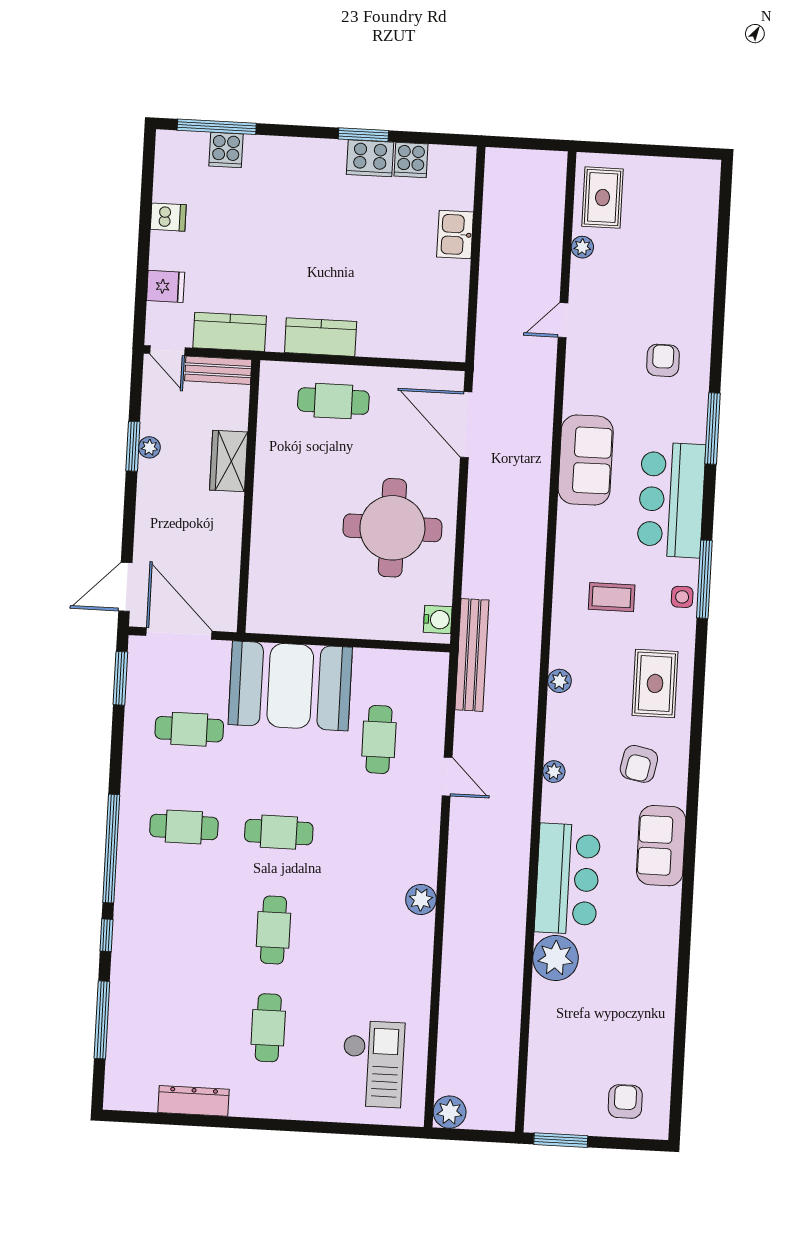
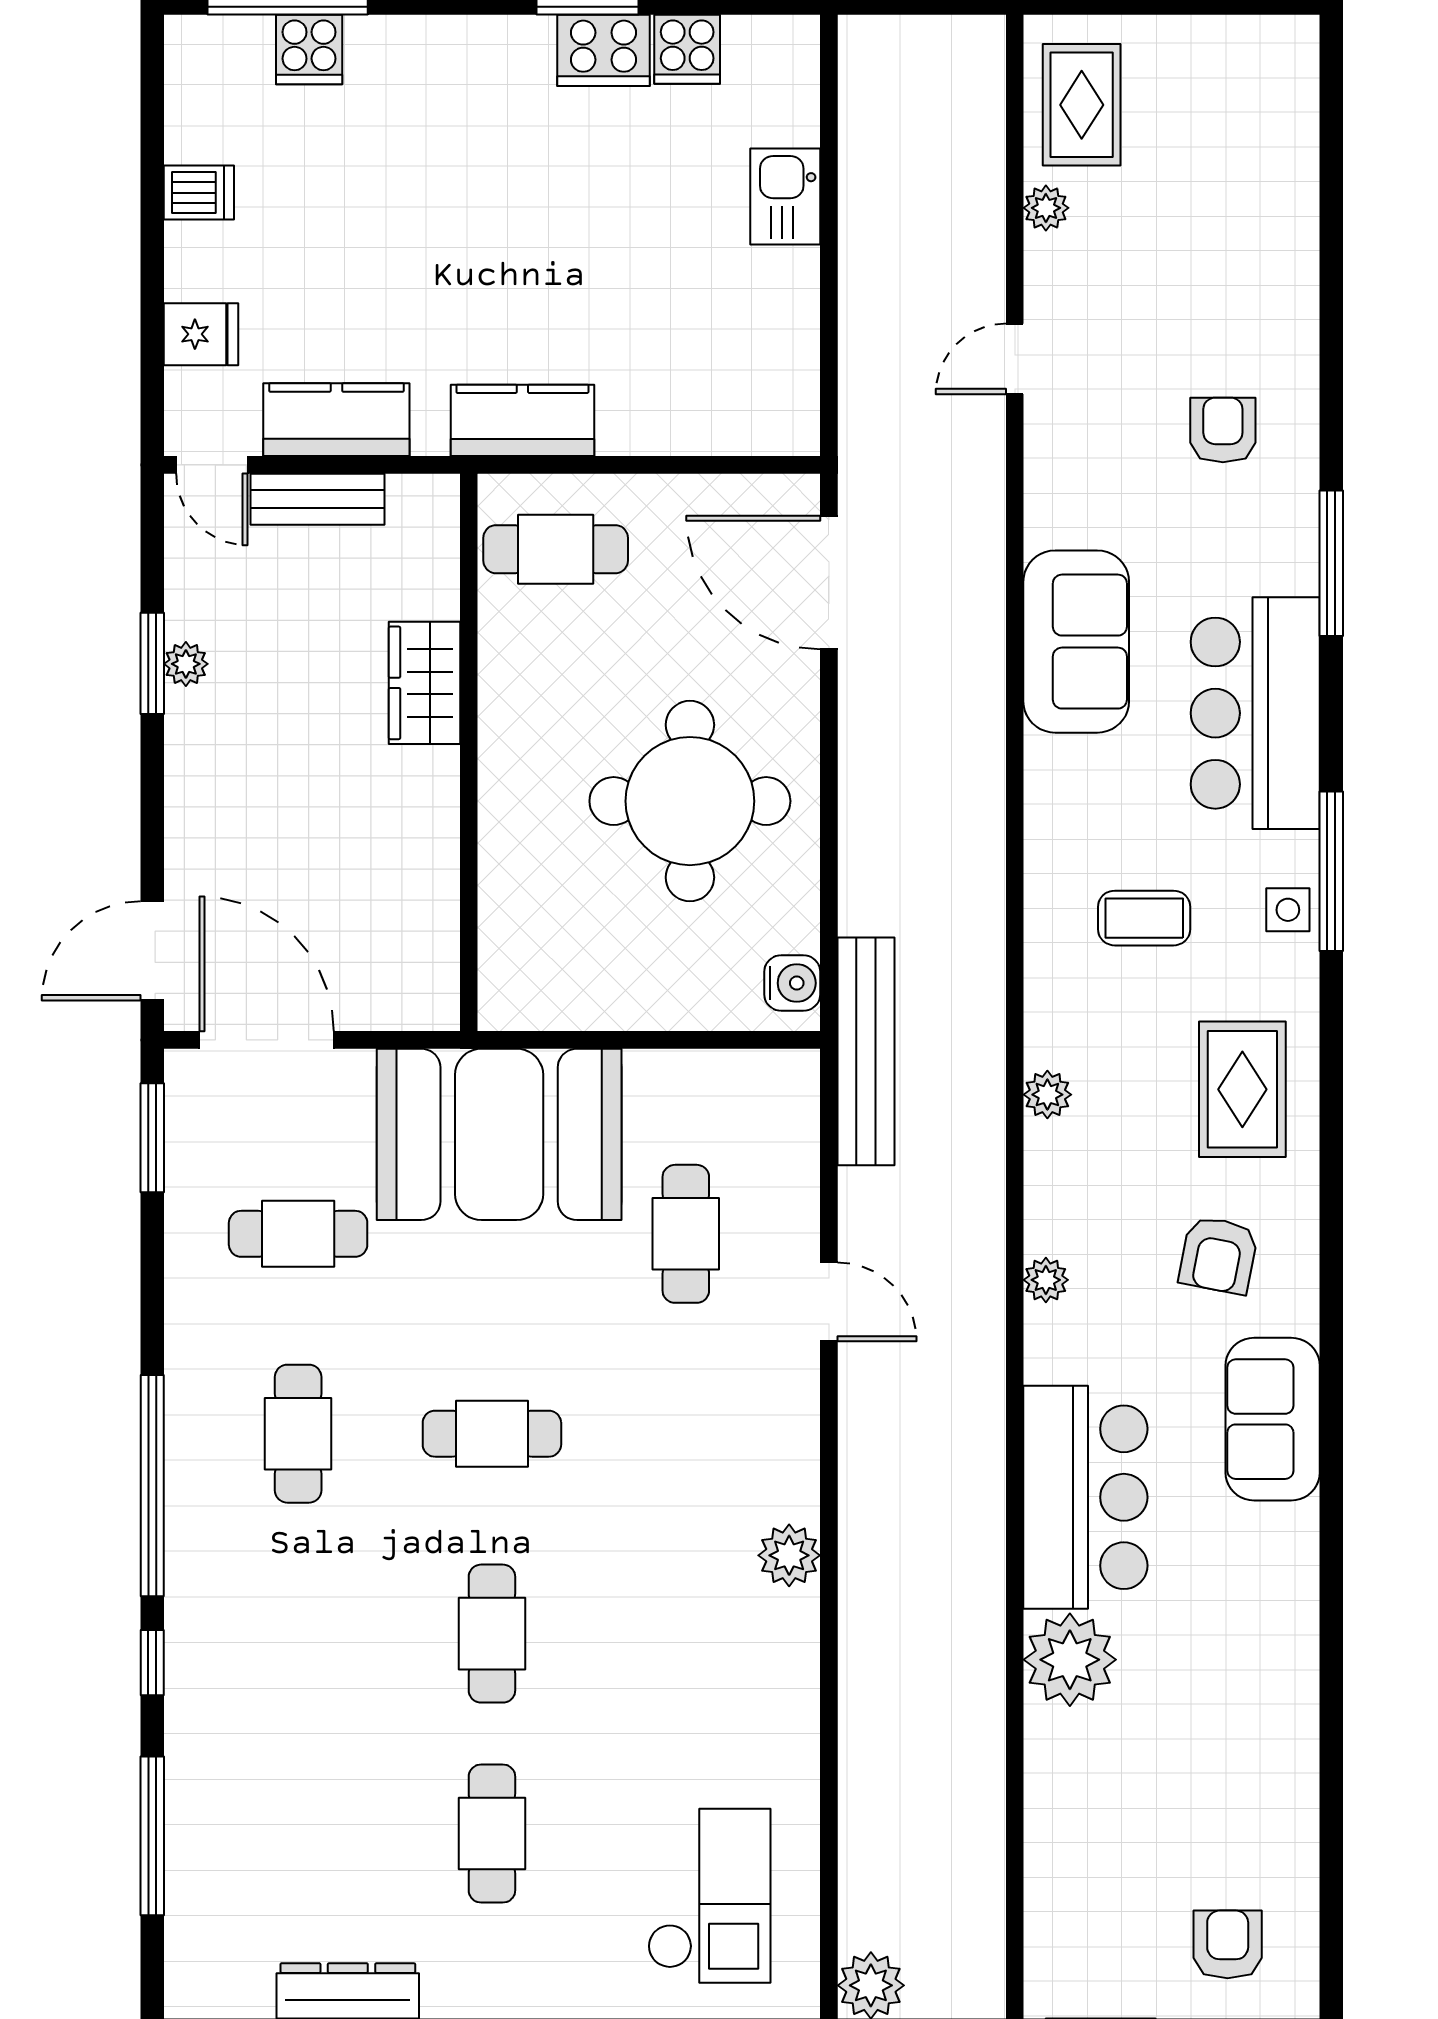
wardrobe: (229, 461) -> (424, 683), moved
wall: (249, 496) -> (469, 752), moved
cafe table: (184, 827) -> (298, 1434), turned 90

